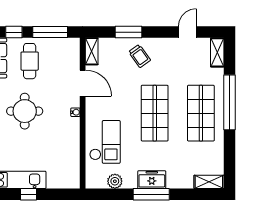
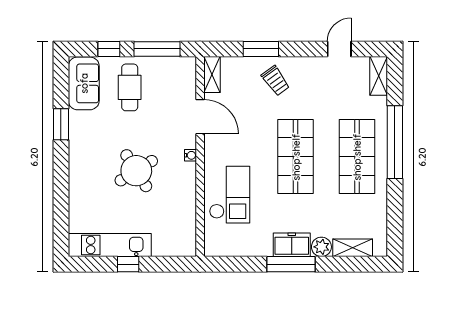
round table: (25, 111) -> (136, 171), moved, turned -32
plant: (115, 181) -> (321, 247), moved
shelving: (209, 182) -> (353, 248), moved

